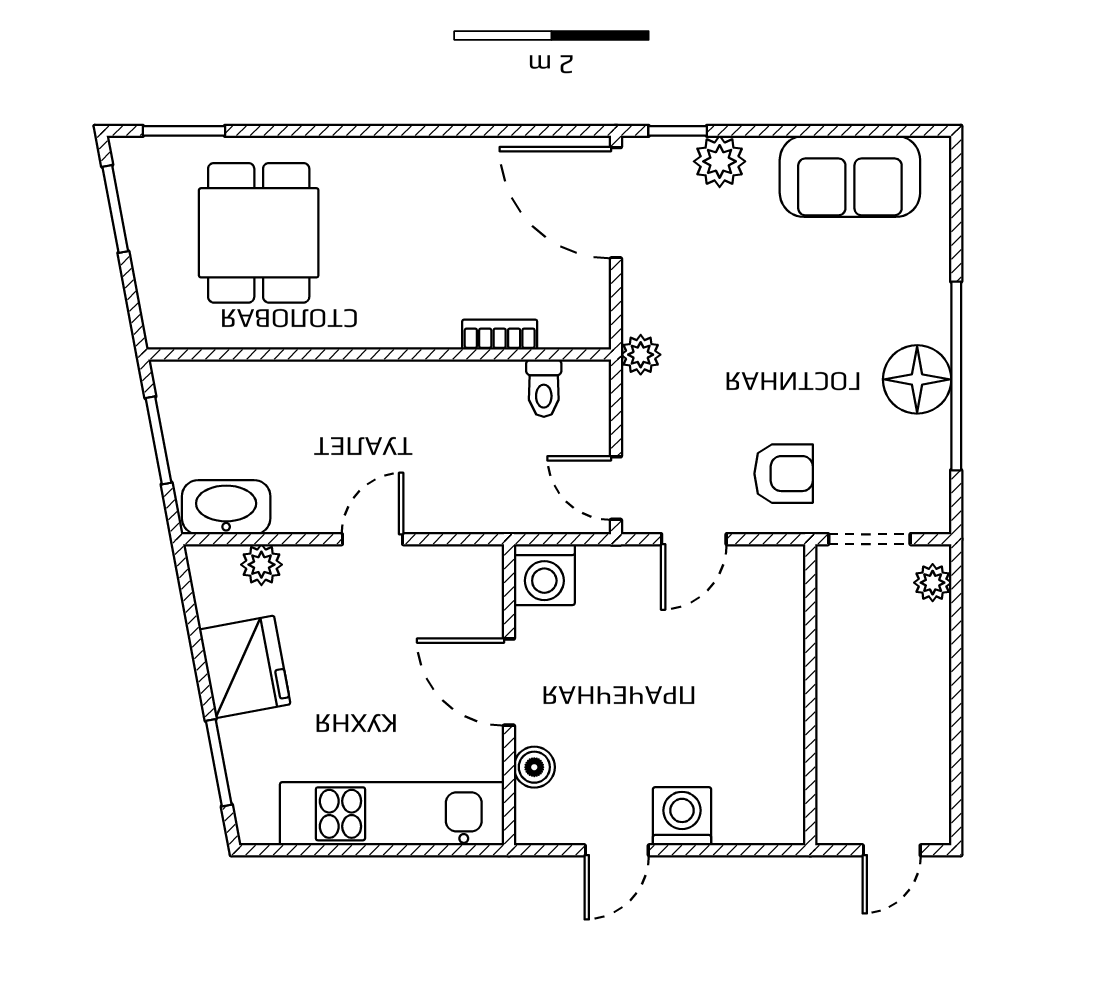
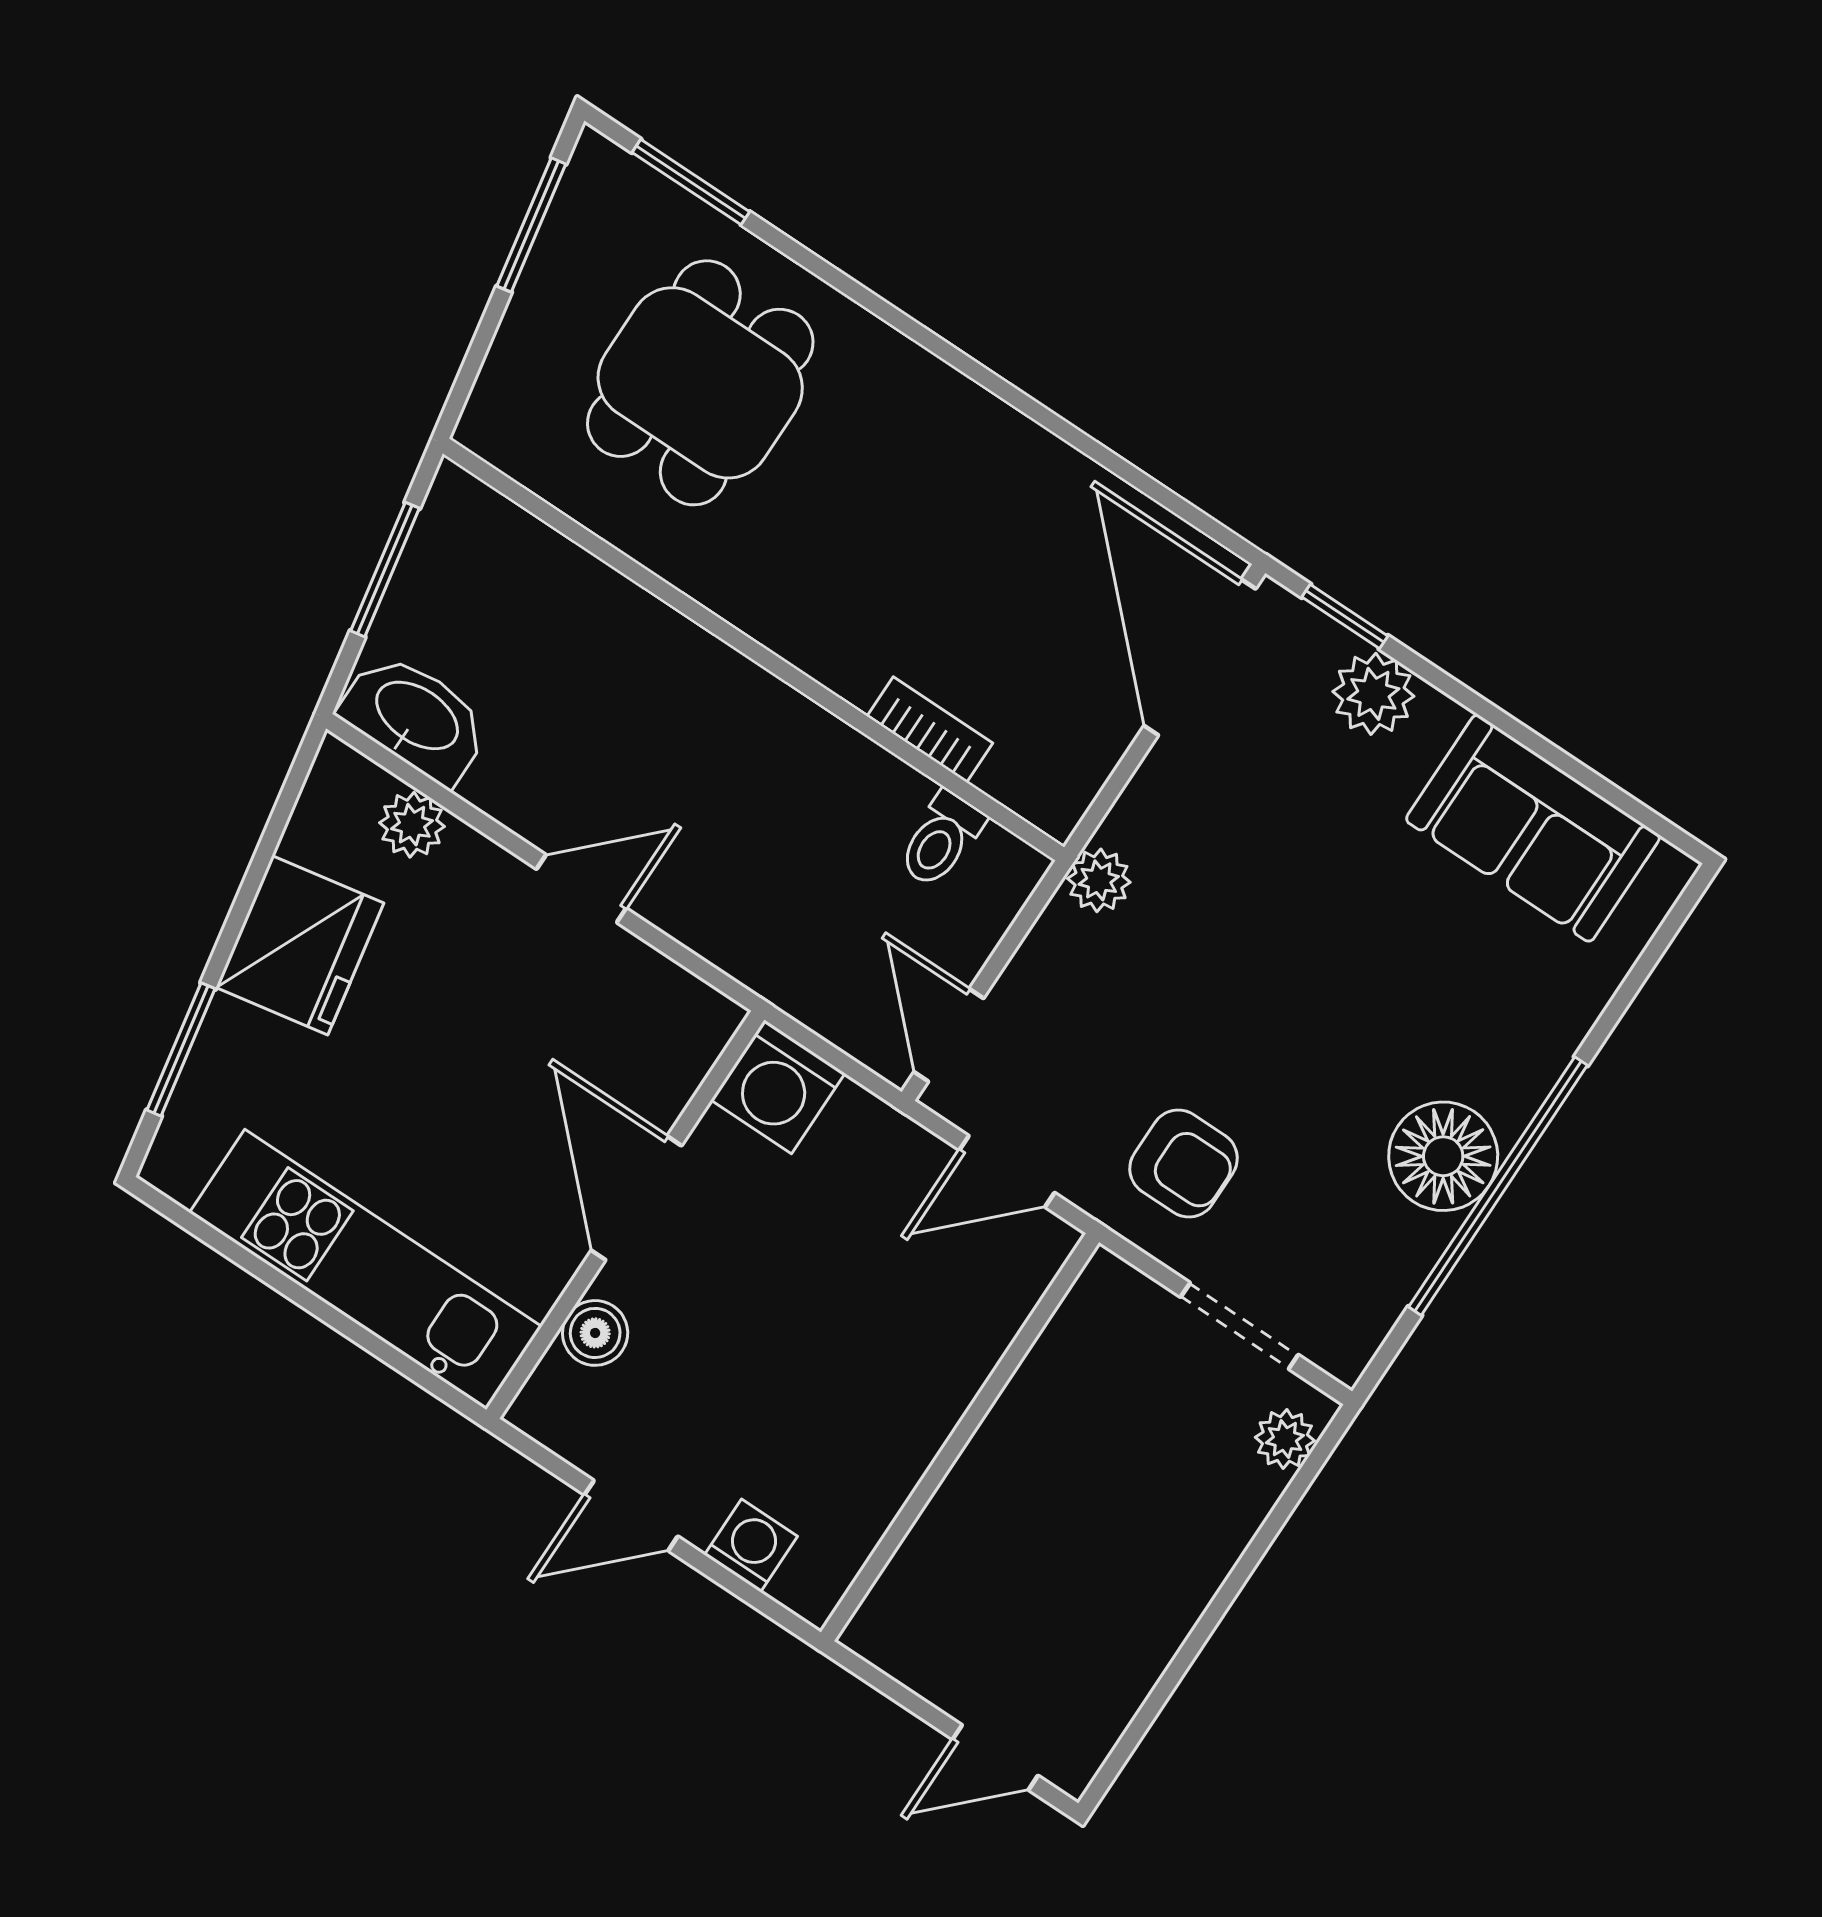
wall: (810, 695) -> (960, 1437), moved
washing machine: (682, 816) -> (751, 1546), width x0.73, depth x0.73

